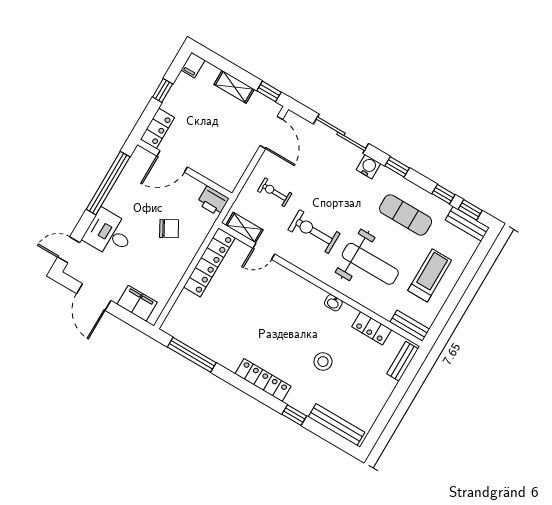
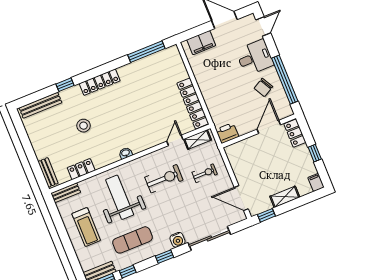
chair: (169, 229) -> (263, 87), moved
weight bench: (370, 264) -> (120, 197), turned 90
washbasin: (333, 303) -> (126, 153), moved

